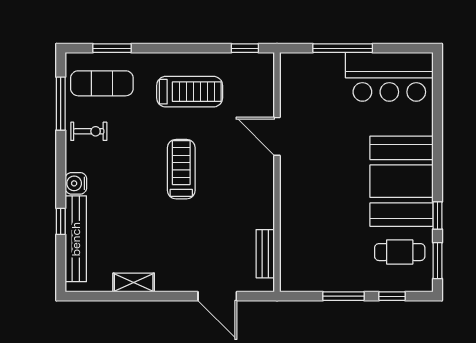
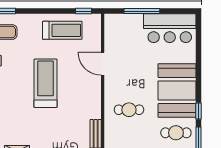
treadmill: (190, 92) -> (62, 30), moved
treadmill: (181, 169) -> (46, 83), width x1.37, depth x1.38
cafe table: (321, 213) -> (129, 110), added

